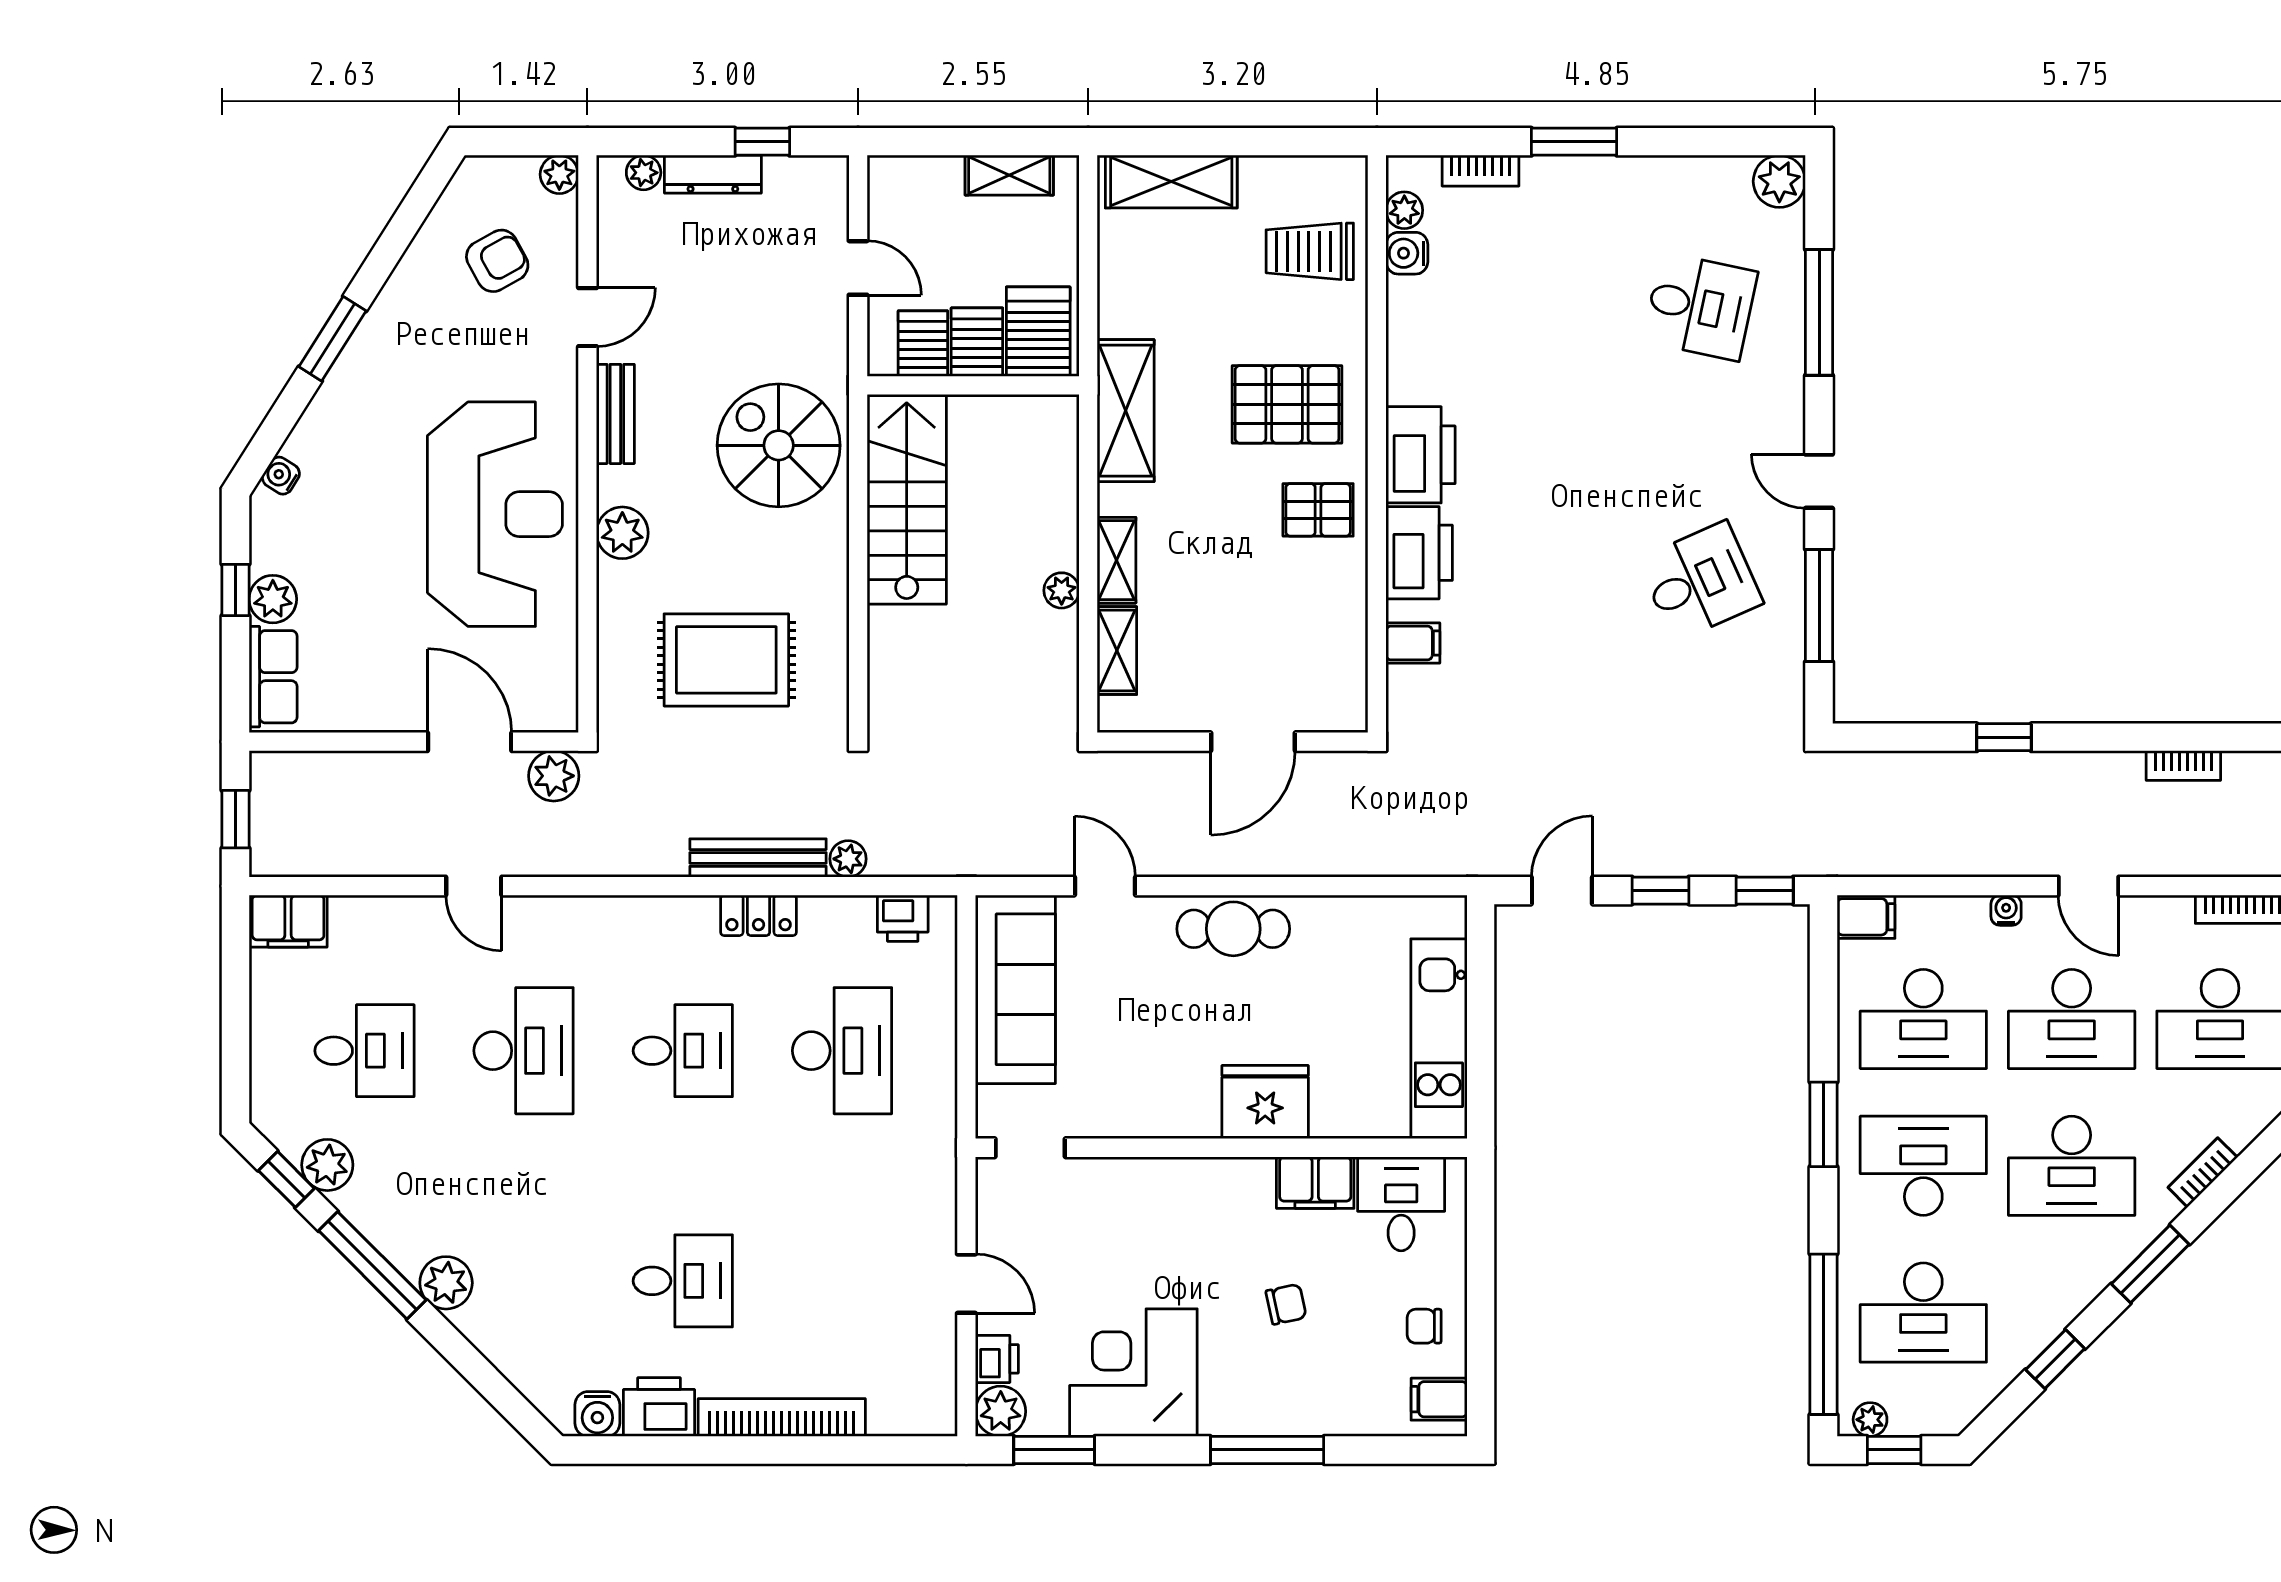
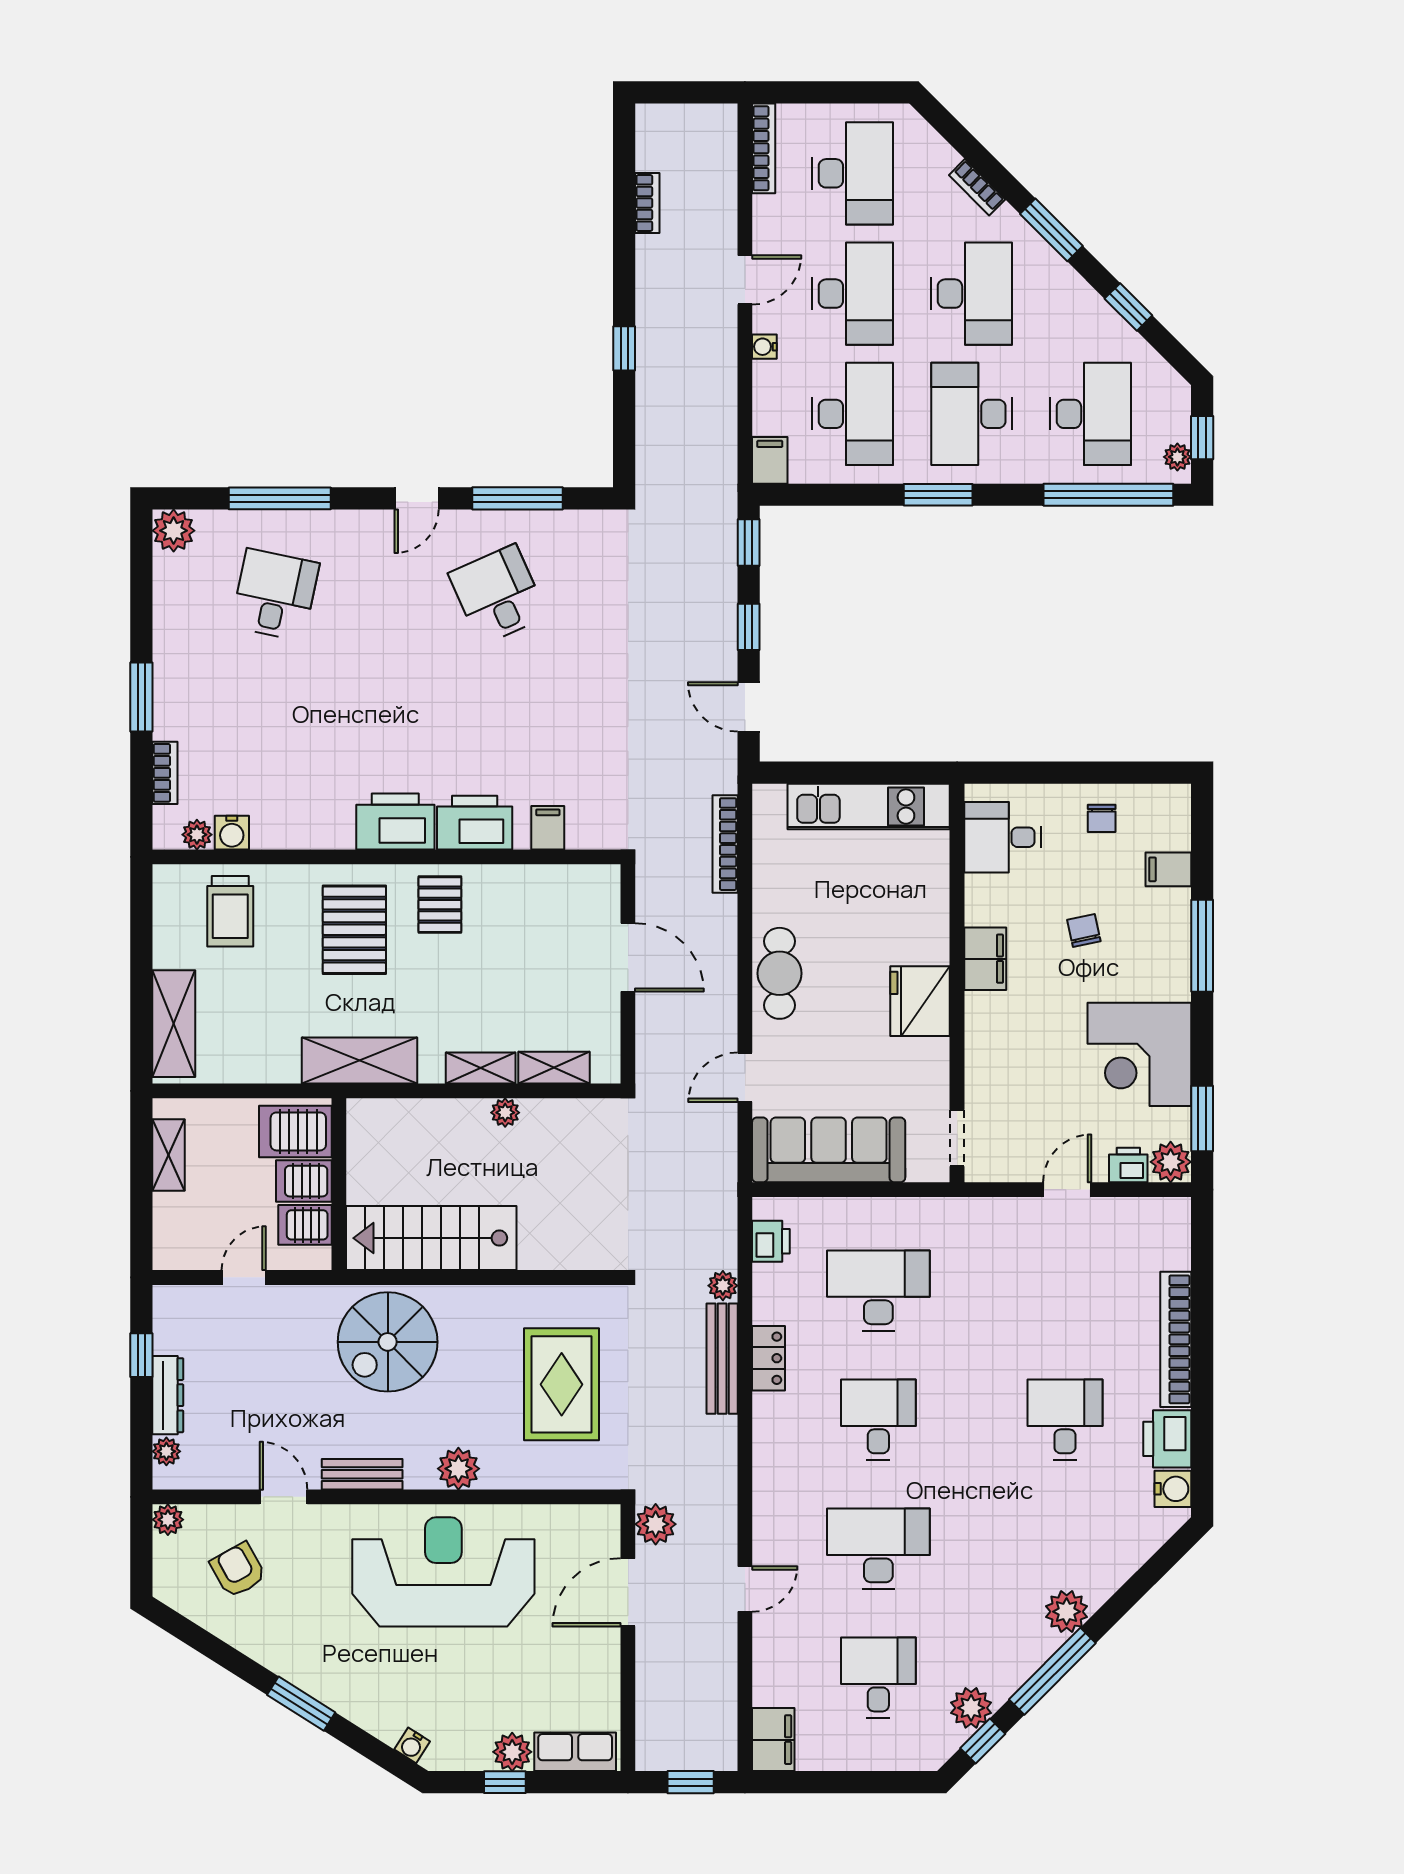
bookcase: (1393, 862) -> (725, 844), added
fridge: (1265, 1102) -> (920, 1001), moved
filing cabinet: (1315, 1183) -> (985, 959), moved
filing cabinet: (1439, 1399) -> (1168, 869), moved, turned 90

